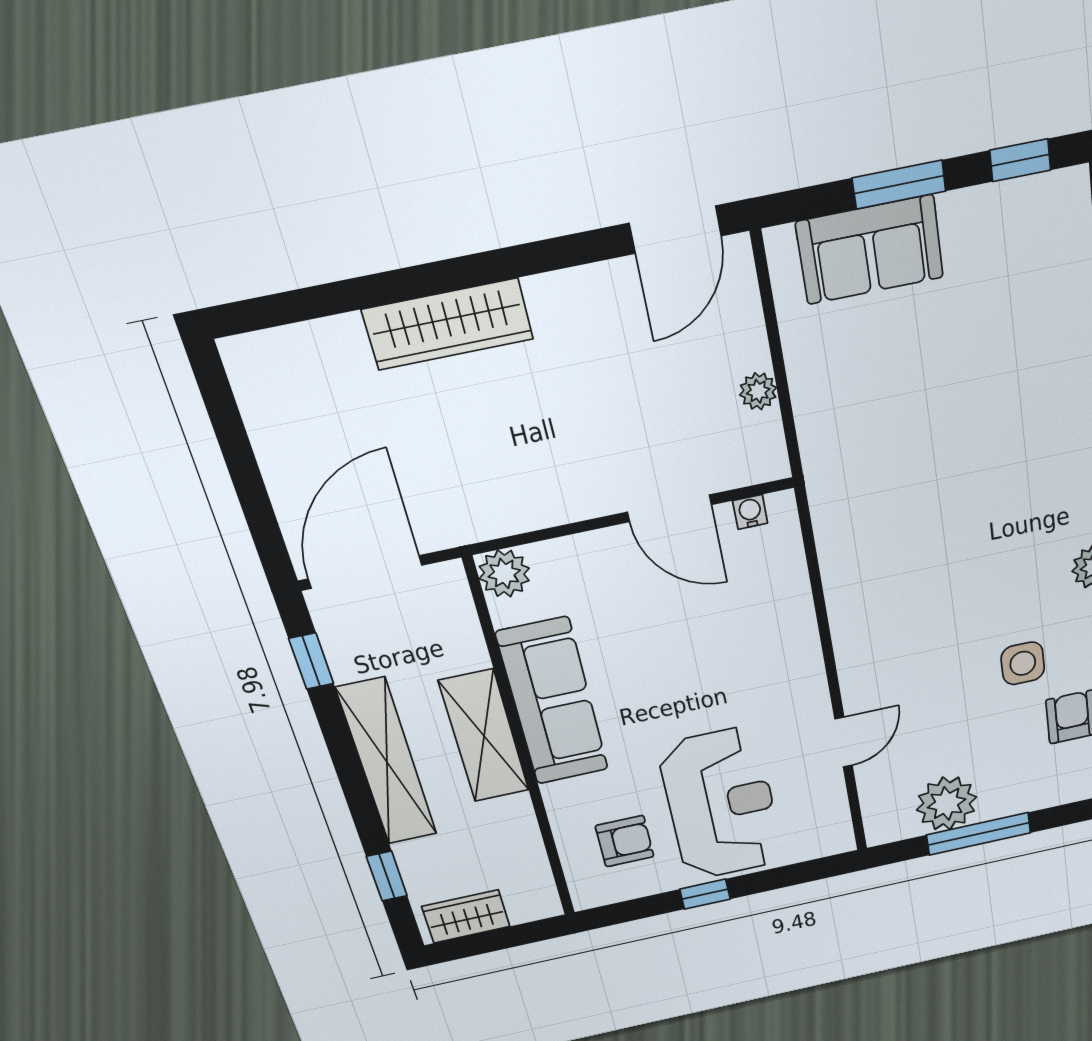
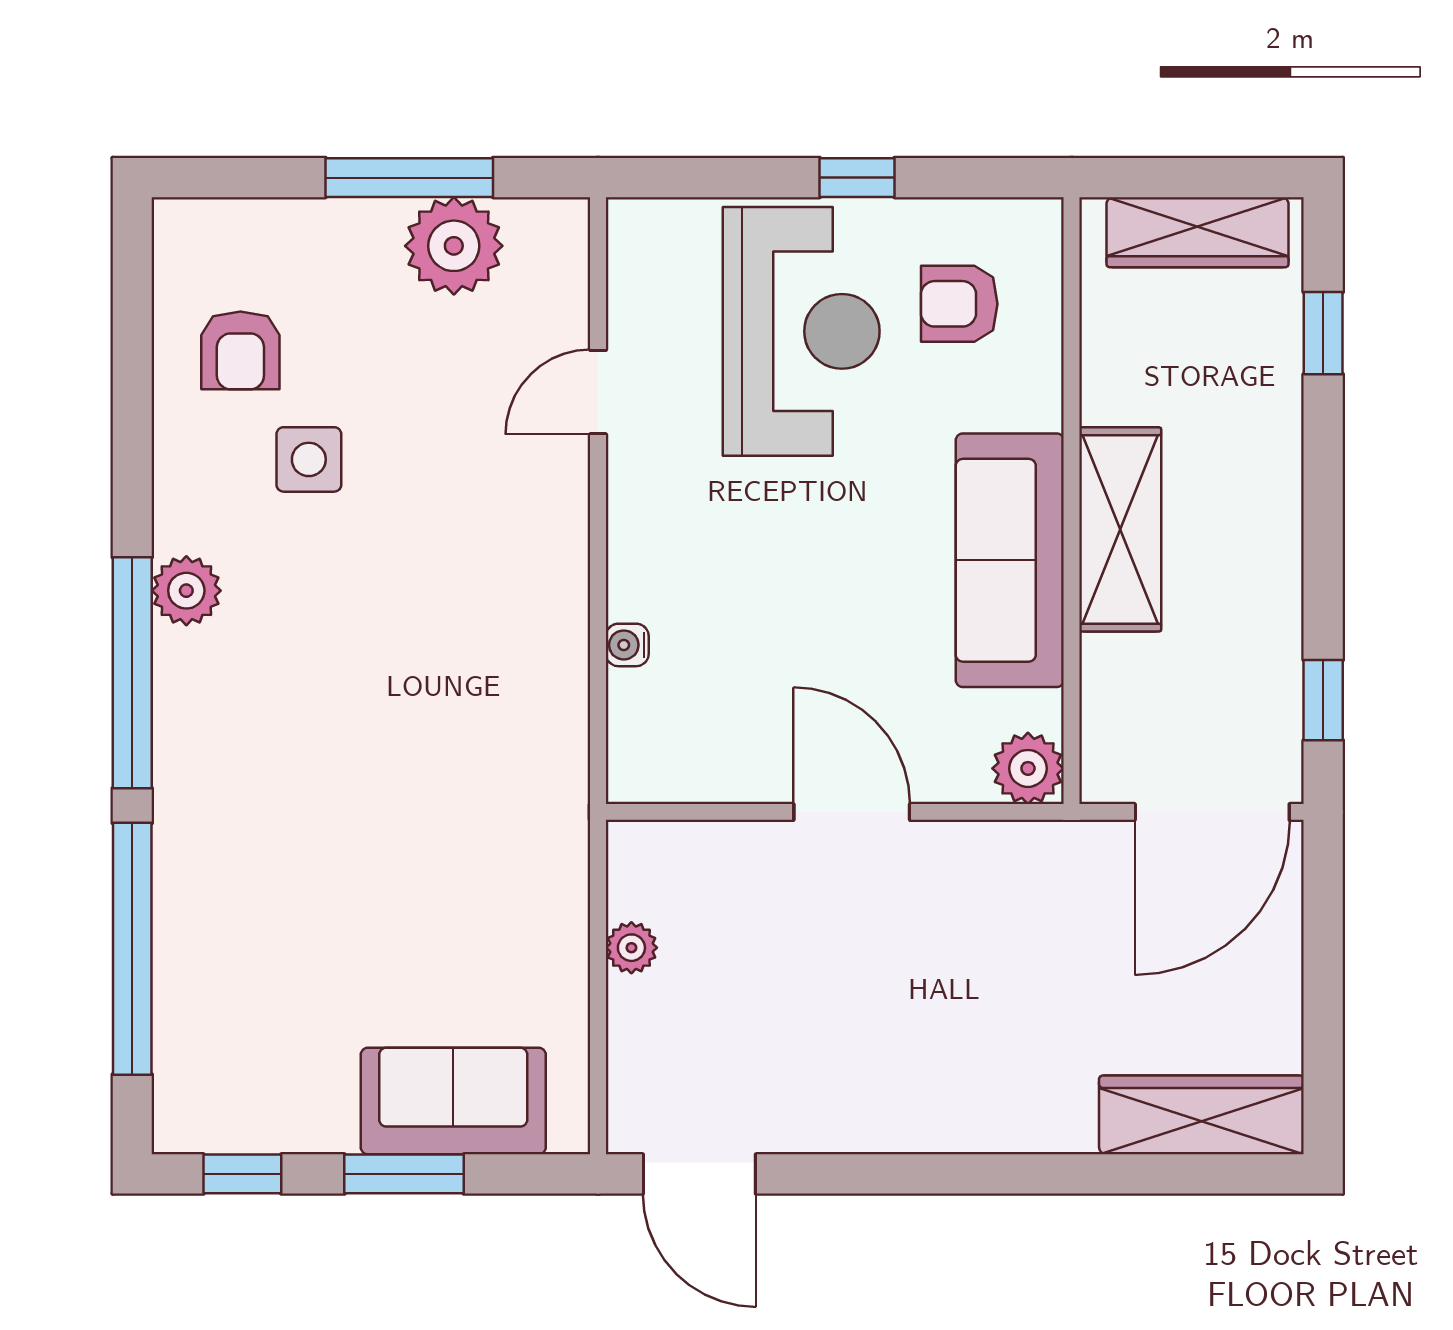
door: (675, 230) -> (699, 1174), swing flipped
wardrobe: (448, 324) -> (1201, 1115), moved
door: (669, 508) -> (852, 812), moved
water cooler: (750, 512) -> (627, 645), moved, turned 90
shelving: (387, 762) -> (1267, 521), removed
reception desk: (721, 804) -> (801, 331), turned 180
wardrobe: (466, 917) -> (1198, 232), width x1.50

